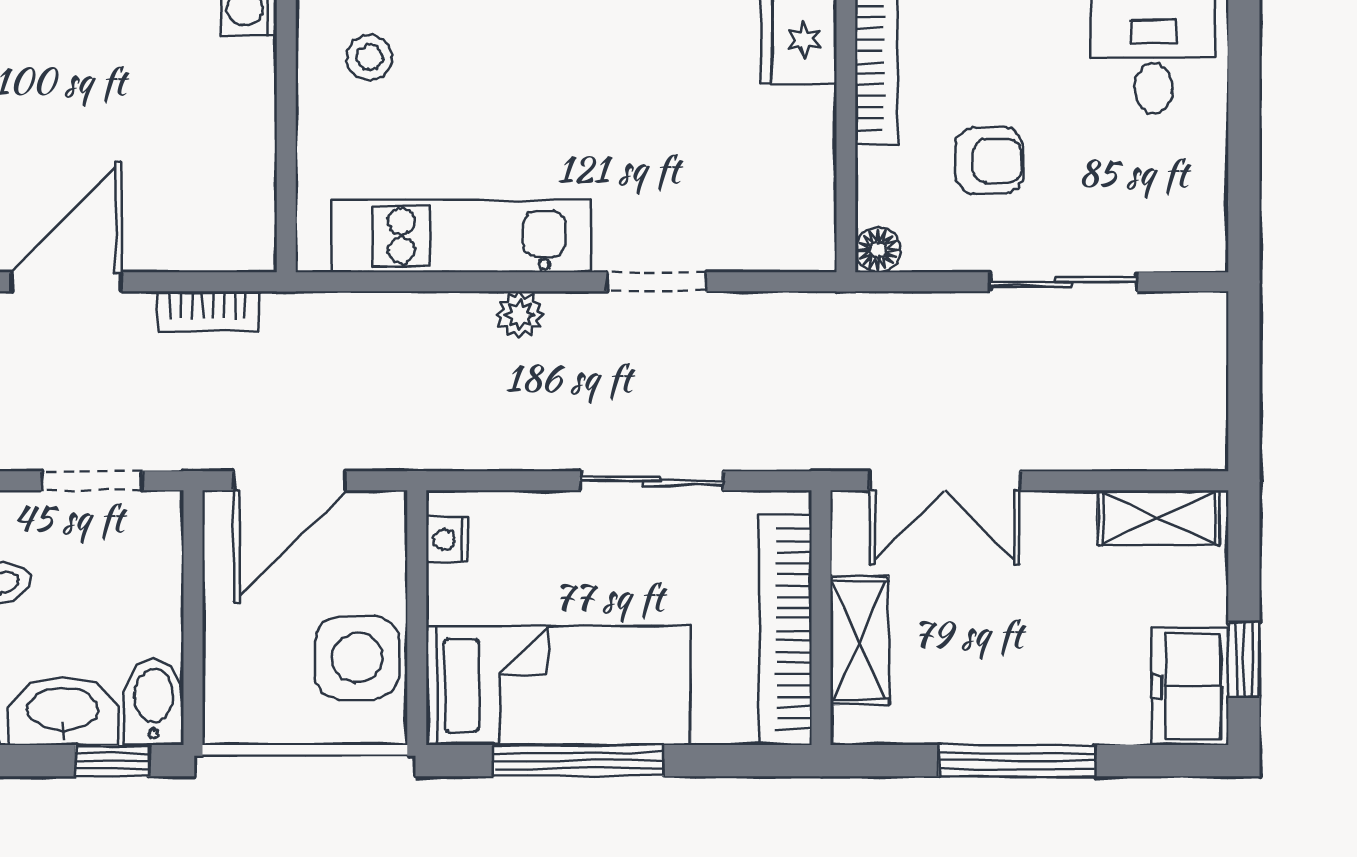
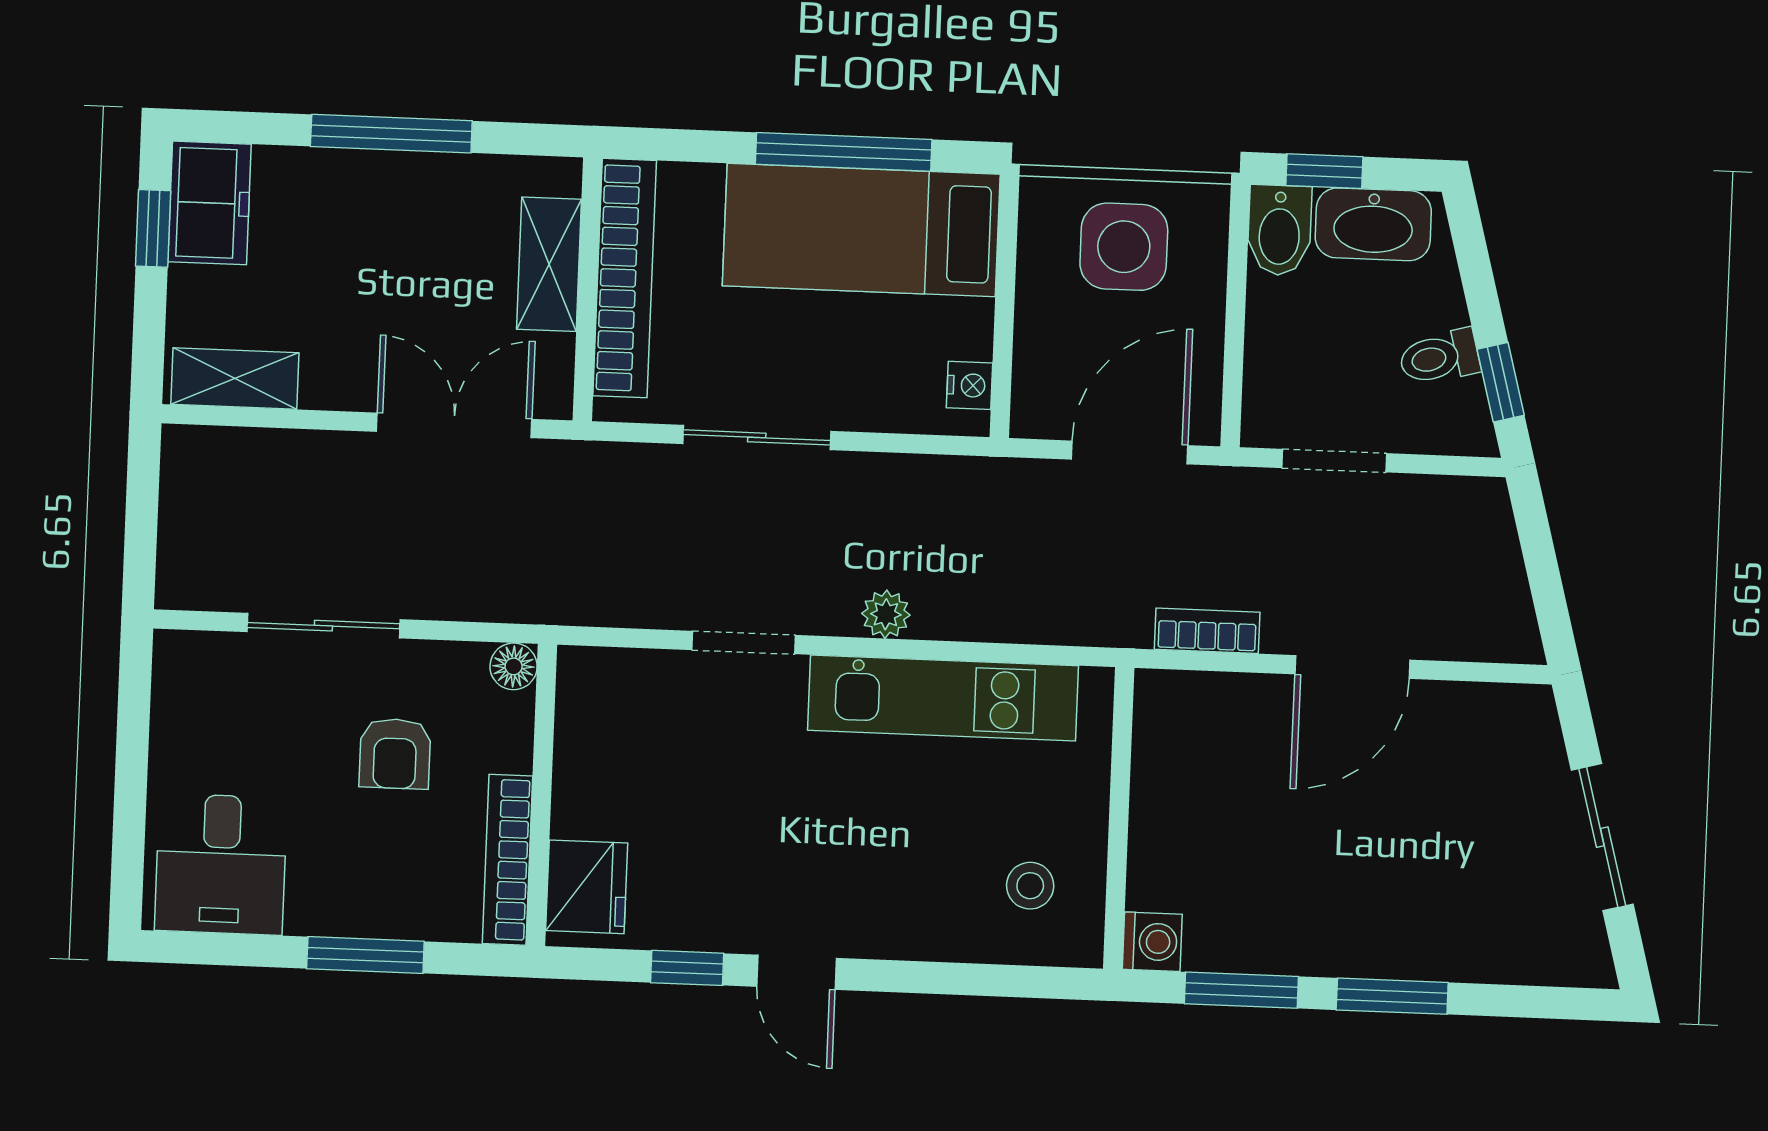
armchair: (989, 161) -> (395, 754), turned -90
side table: (357, 658) -> (1124, 247), moved

